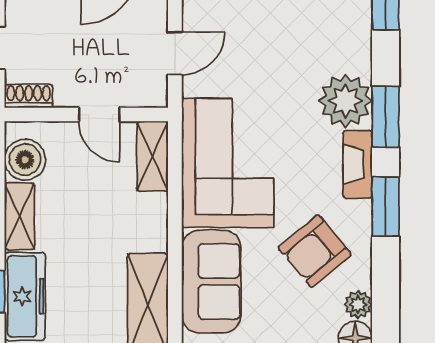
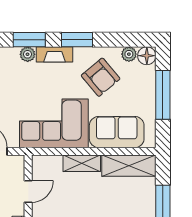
plant: (345, 101) -> (28, 54), width x0.53, depth x0.53
shelving: (152, 156) -> (82, 163), moved

